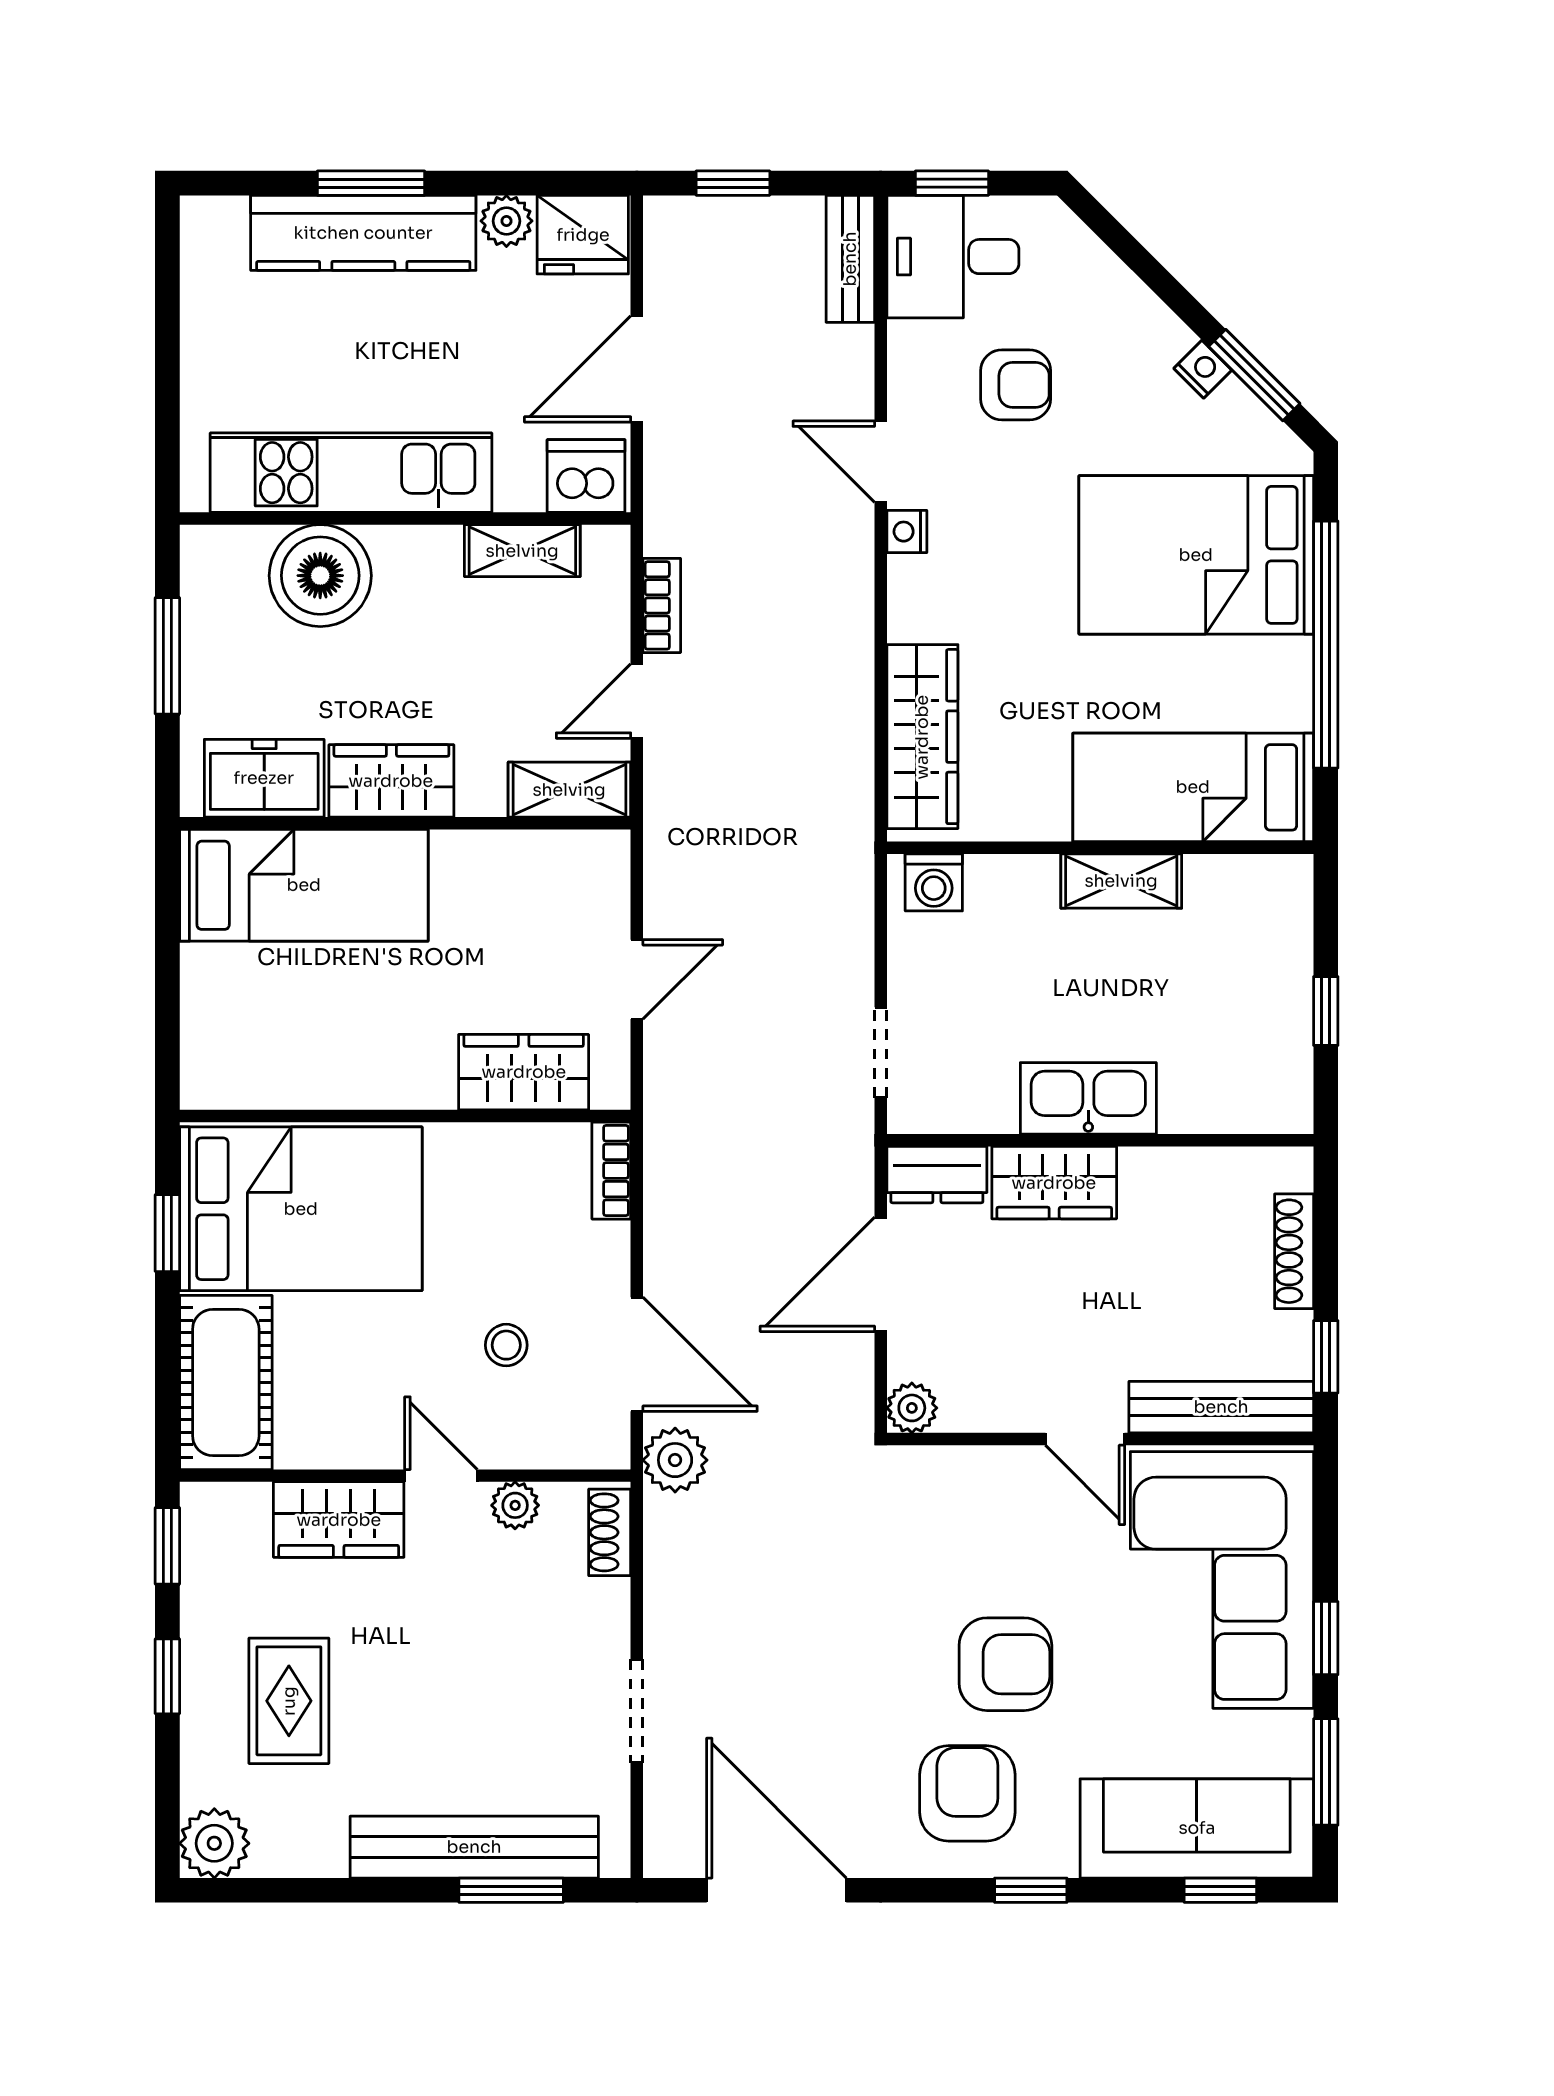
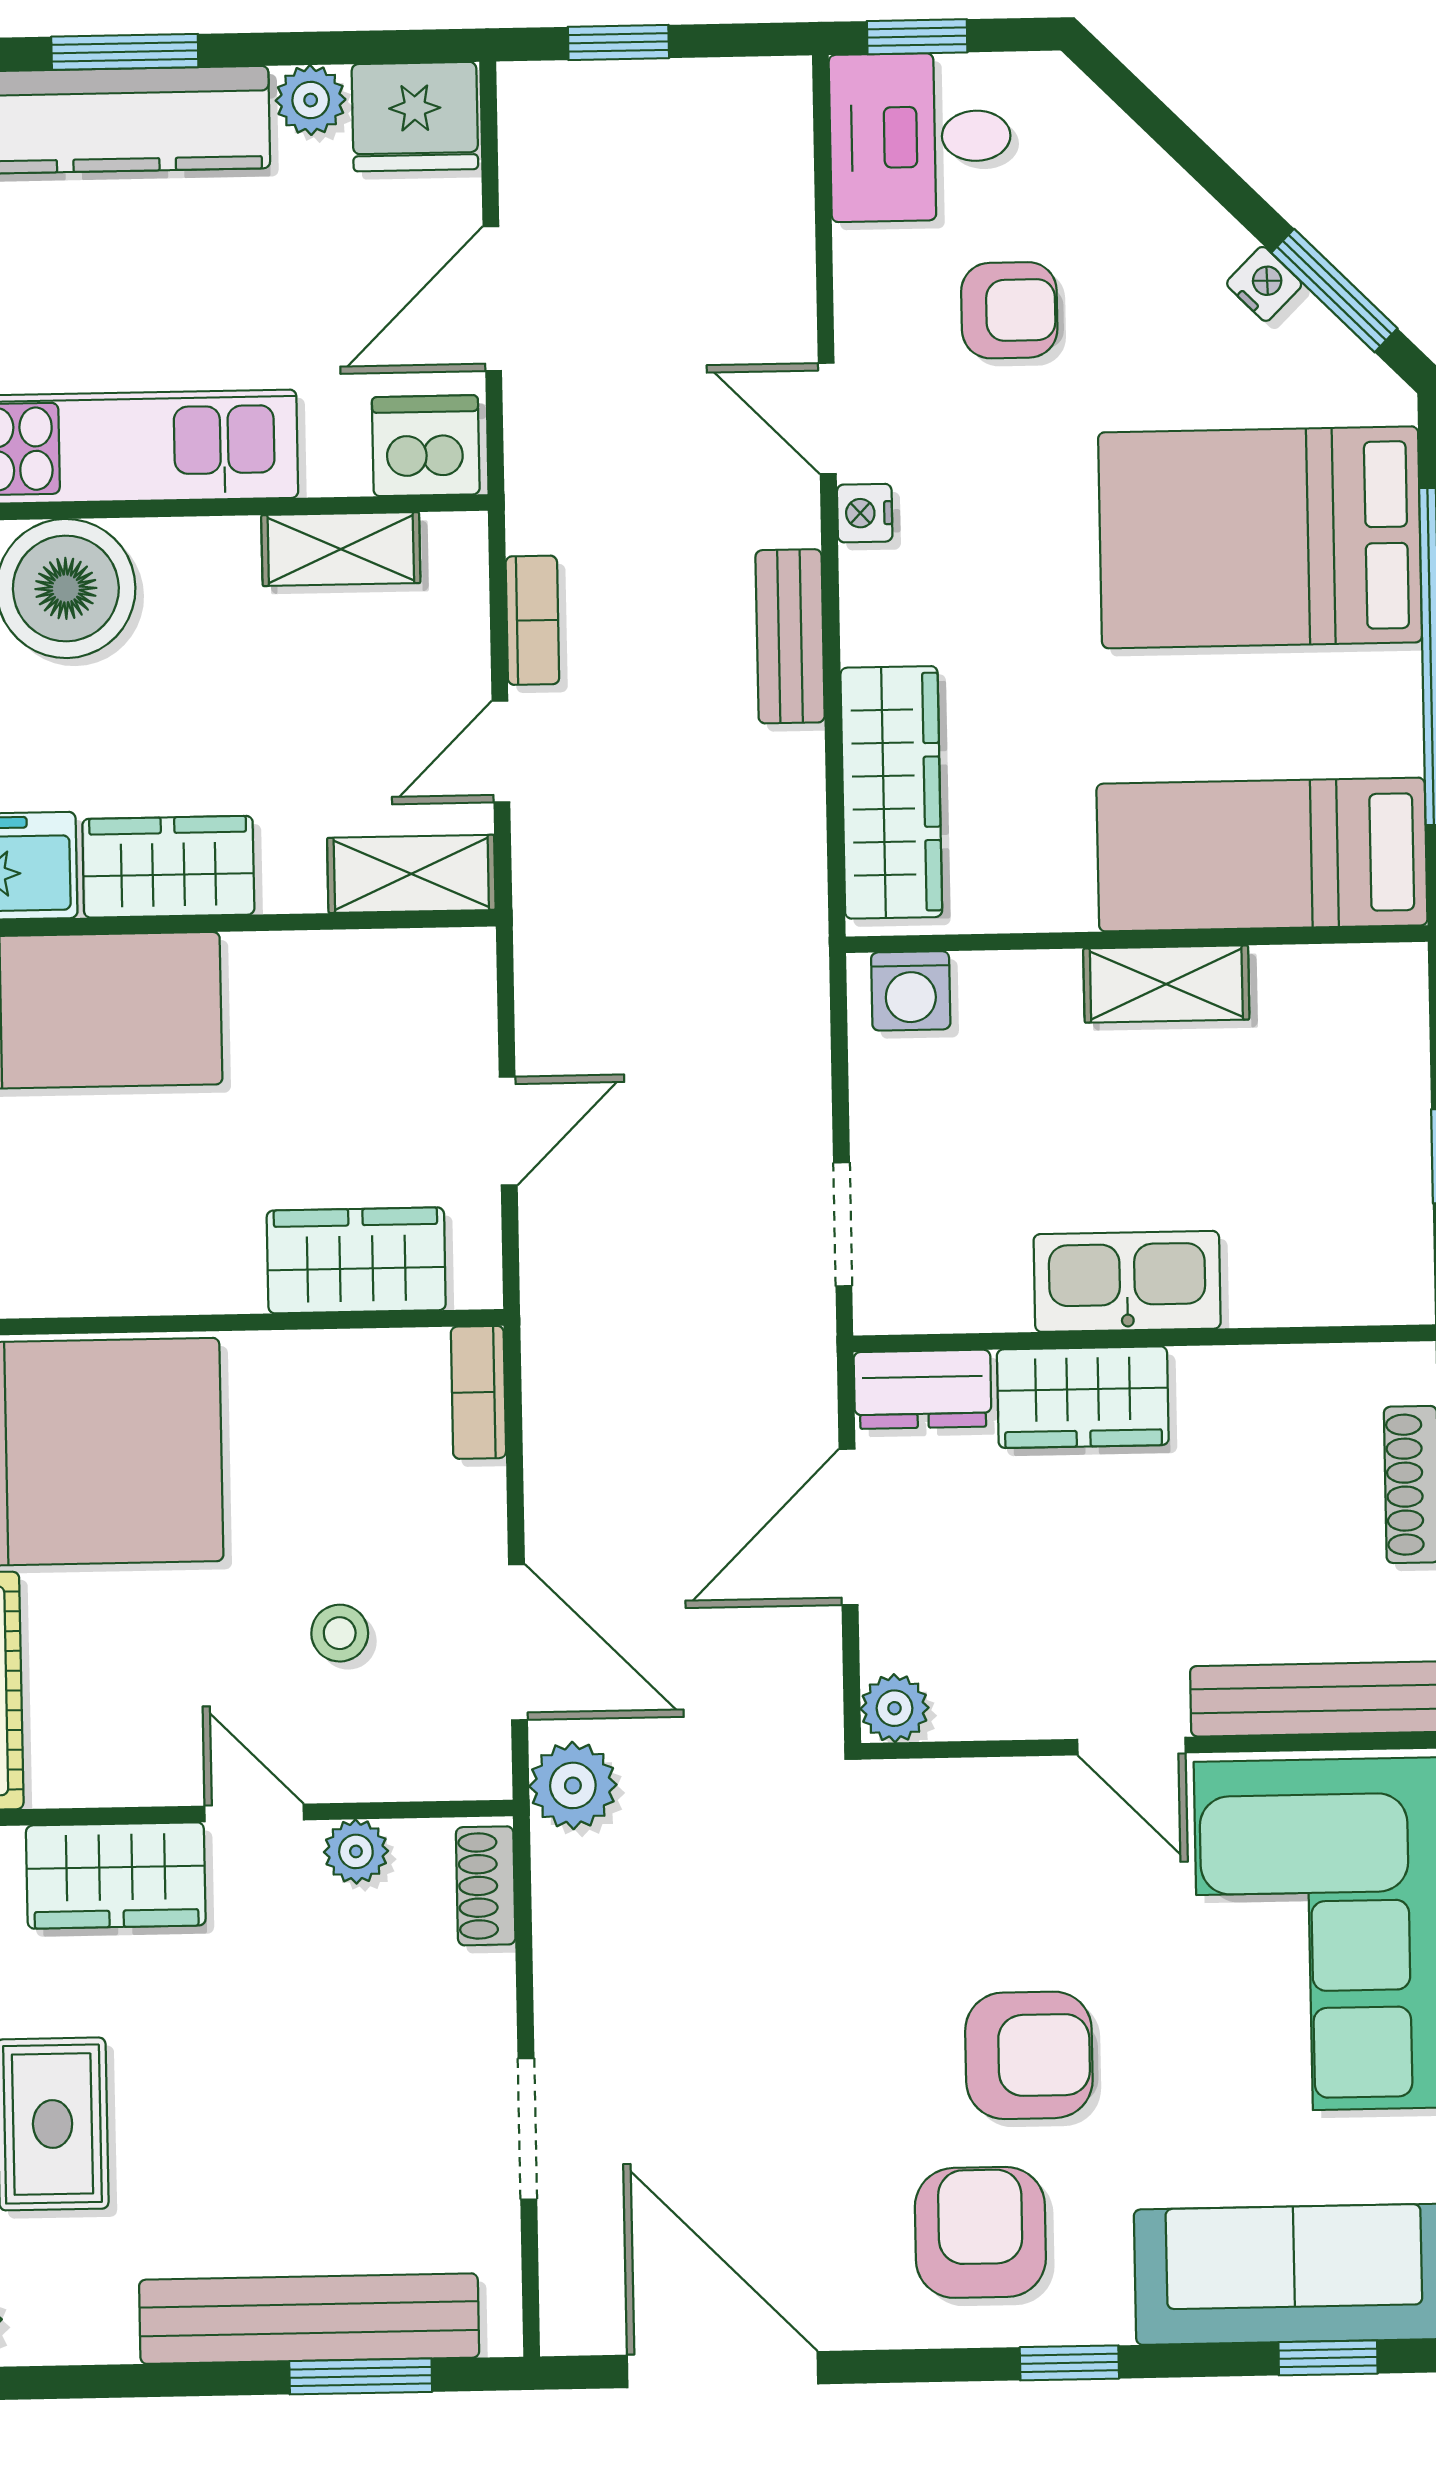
bench: (850, 259) -> (790, 636), moved

